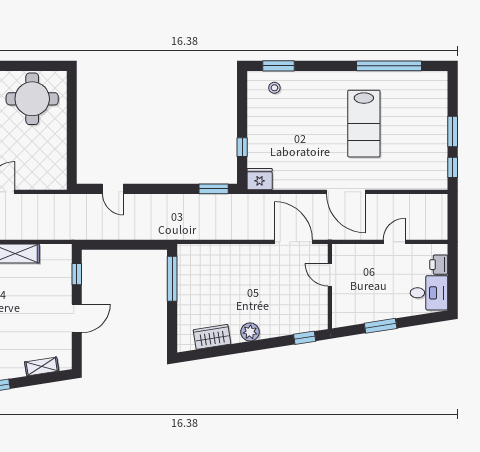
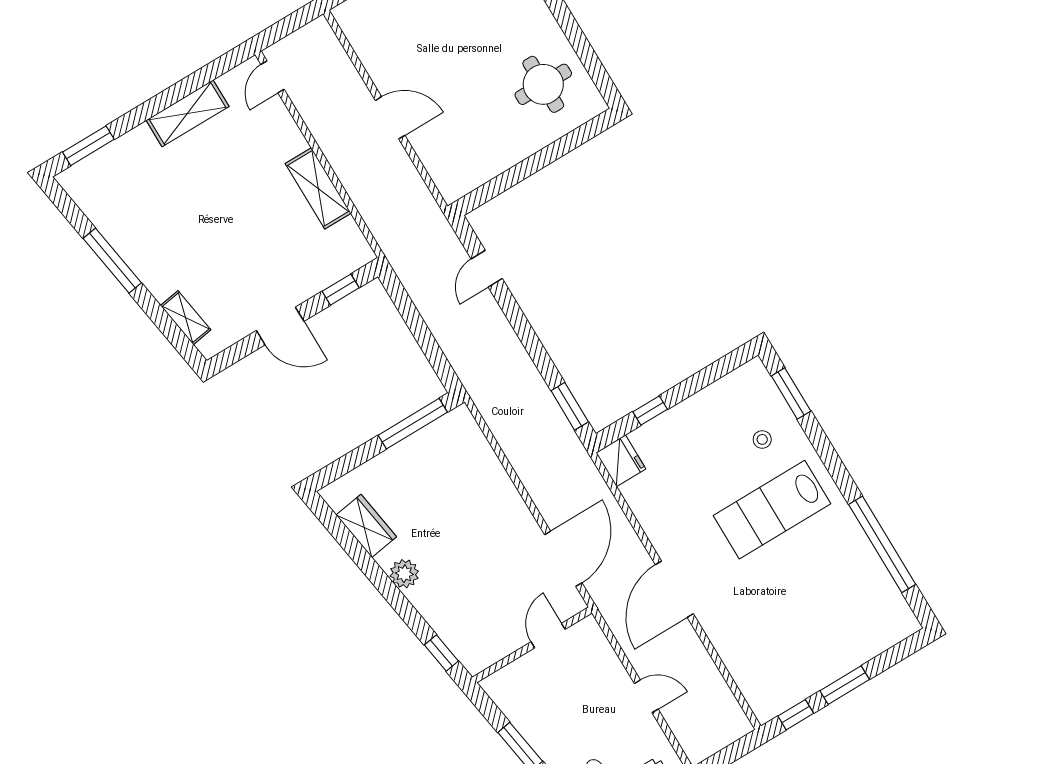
stool: (274, 88) -> (762, 439), moved
round table: (32, 99) -> (543, 84), width x0.73, depth x0.73
lab bench: (364, 124) -> (772, 510), moved

